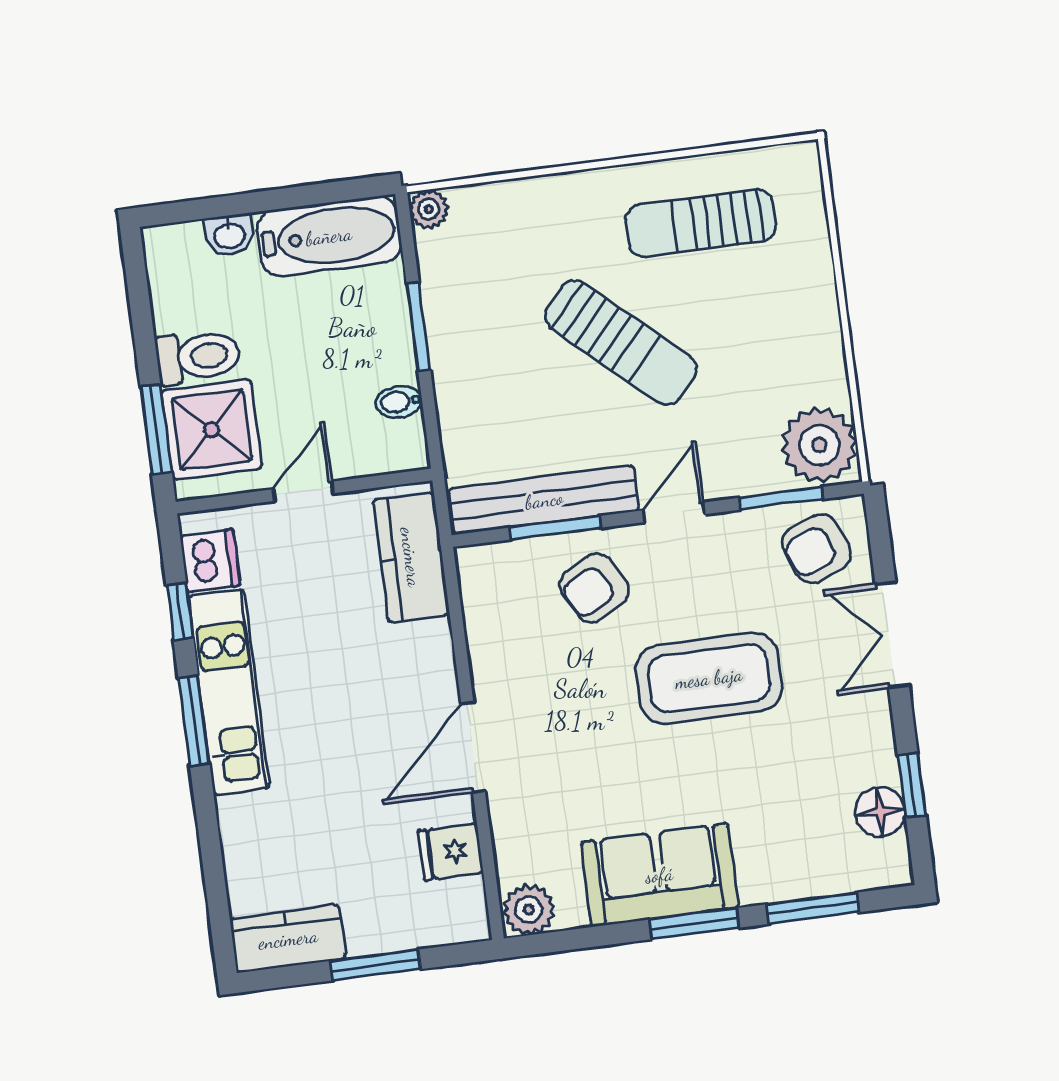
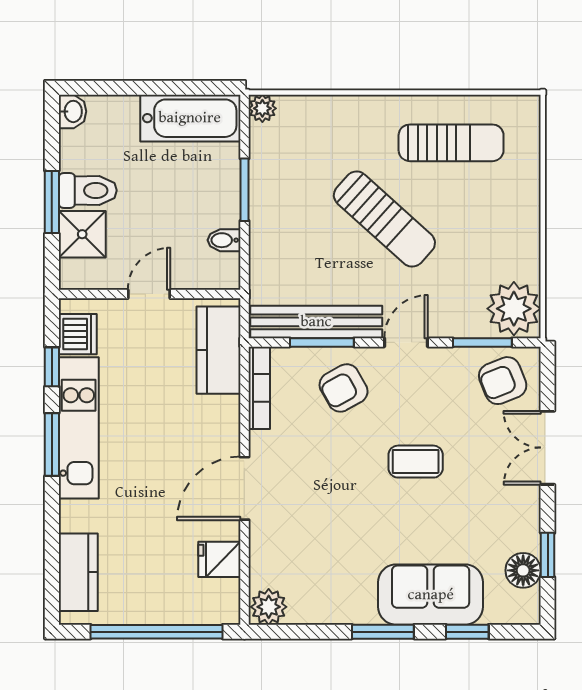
sun lounger: (701, 223) -> (451, 143), turned 180
washbasin: (229, 235) -> (72, 111), moved, turned -90
window: (156, 429) -> (52, 202), moved
shower: (212, 430) -> (82, 234), width x0.73, depth x0.73
bookcase: (475, 603) -> (259, 388), added
coffee table: (709, 678) -> (416, 462), width x0.54, depth x0.58
sofa: (659, 875) -> (431, 595), moved
window: (813, 908) -> (467, 632), width x0.67
kitchen counter: (288, 939) -> (78, 572), moved, turned 90
window: (376, 965) -> (157, 632), width x2.11

